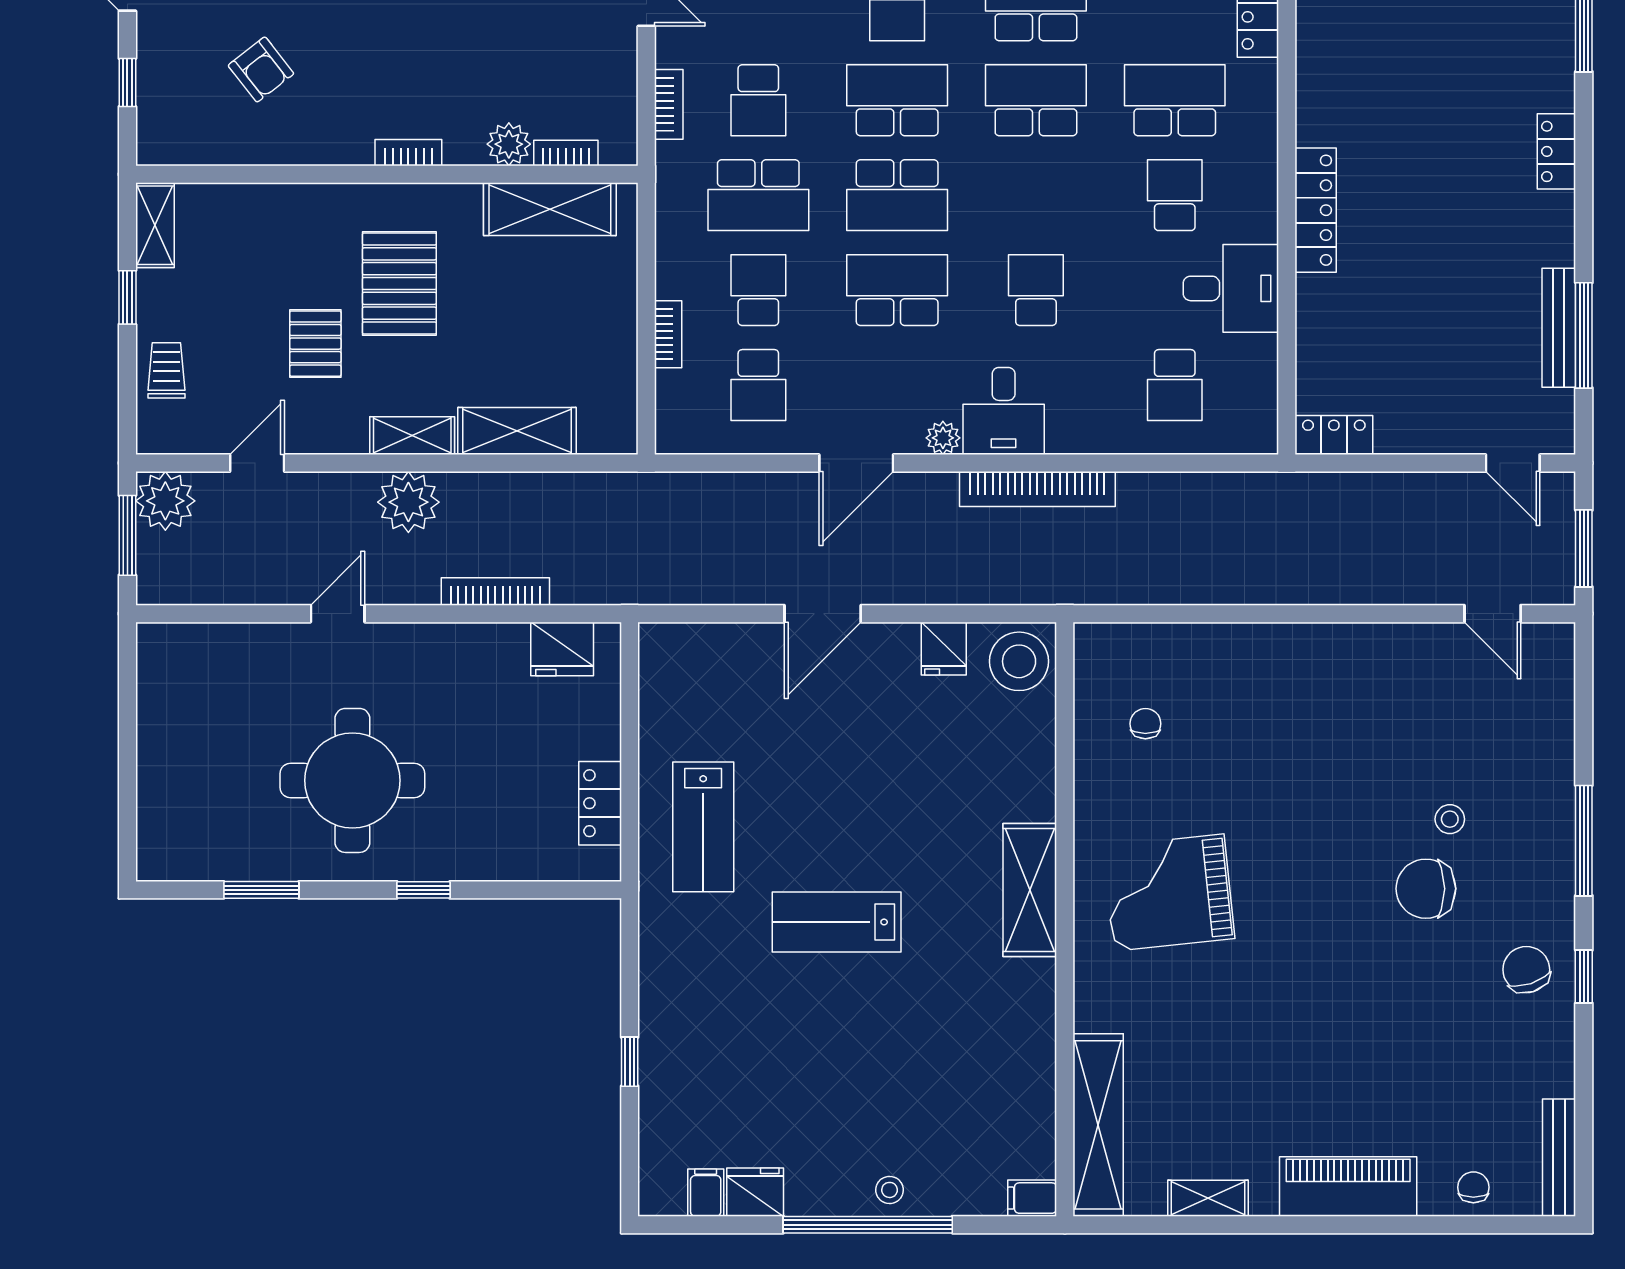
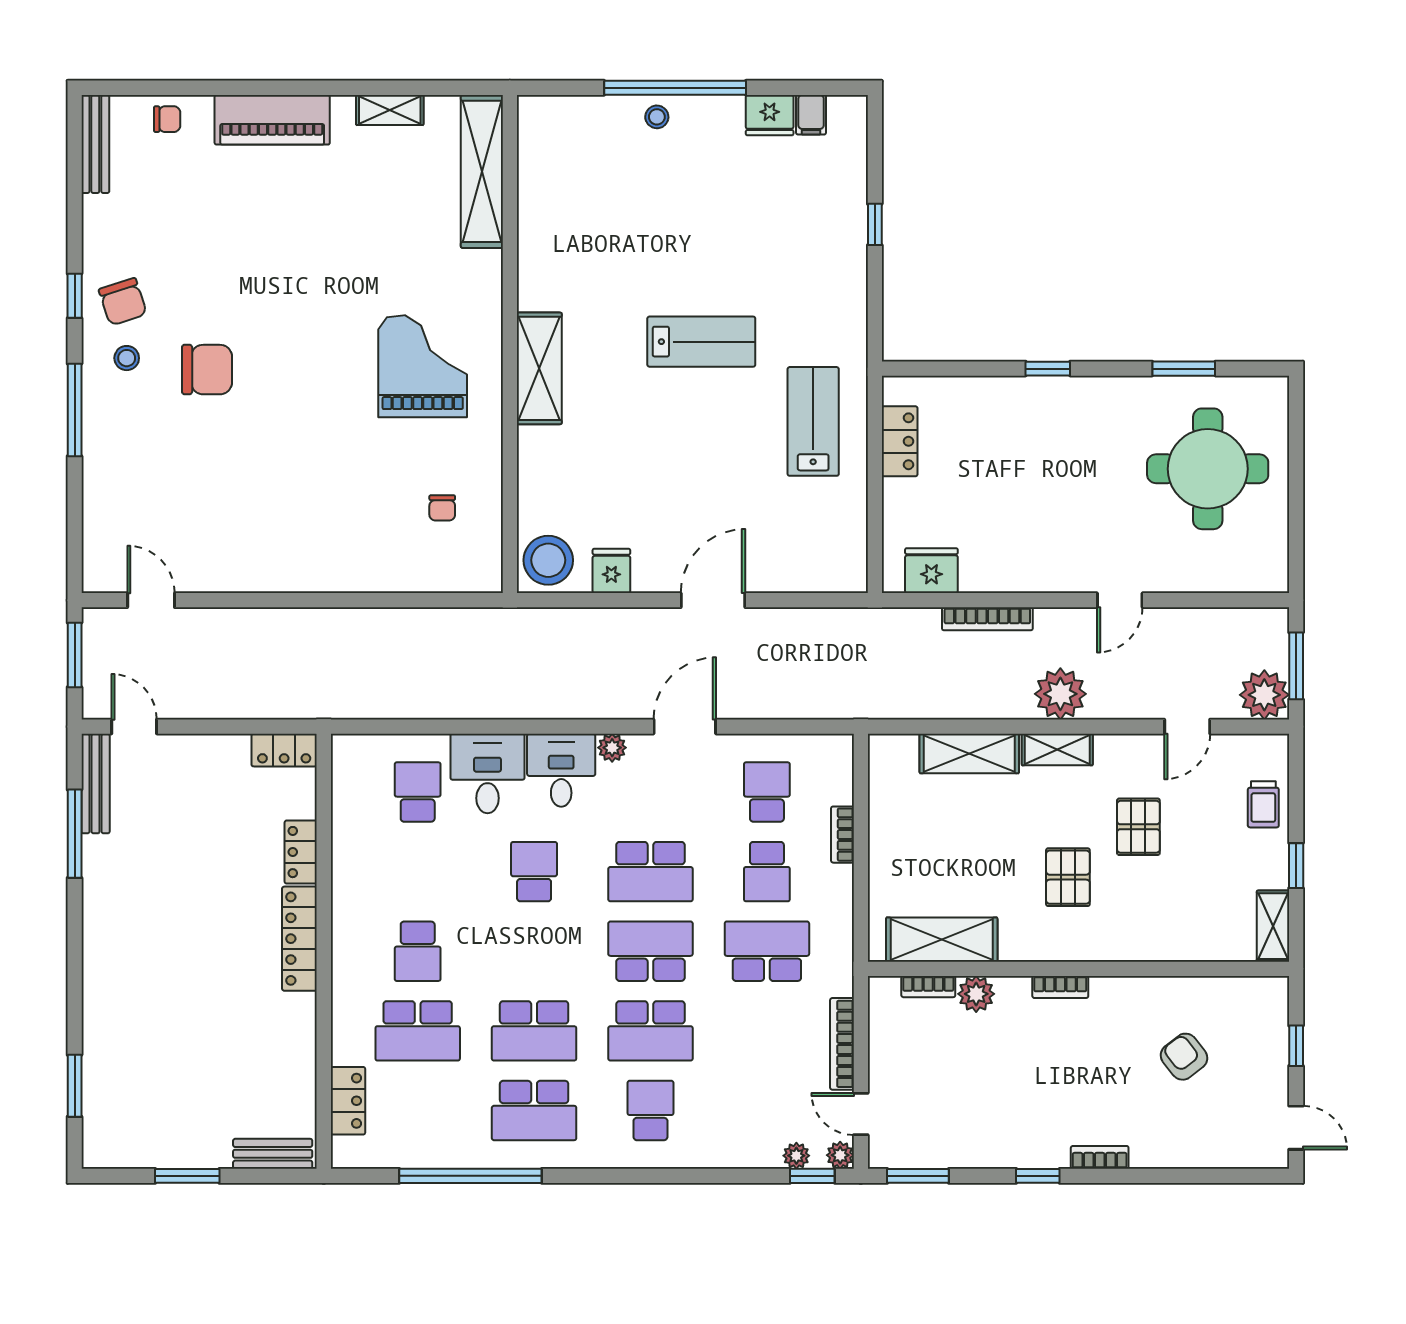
school desk: (758, 100) -> (767, 1031), removed
bookcase: (669, 104) -> (842, 1044), width x1.56
locker: (1556, 151) -> (301, 852), moved, turned 180
pallet: (399, 283) -> (1068, 877), width x0.67, depth x0.71
desk: (1231, 288) -> (487, 773), moved, turned 90
school desk: (1036, 290) -> (534, 872), turned 180
bench: (1559, 328) -> (96, 784), moved
bookcase: (1037, 489) -> (533, 705), removed
round table: (352, 780) -> (1208, 469), moved
stool: (1450, 819) -> (127, 358), moved
grand piano: (1169, 893) -> (423, 366), turned -84
chair: (1473, 1187) -> (167, 119), turned -90
filing cabinet: (1032, 1198) -> (537, 110), removed

